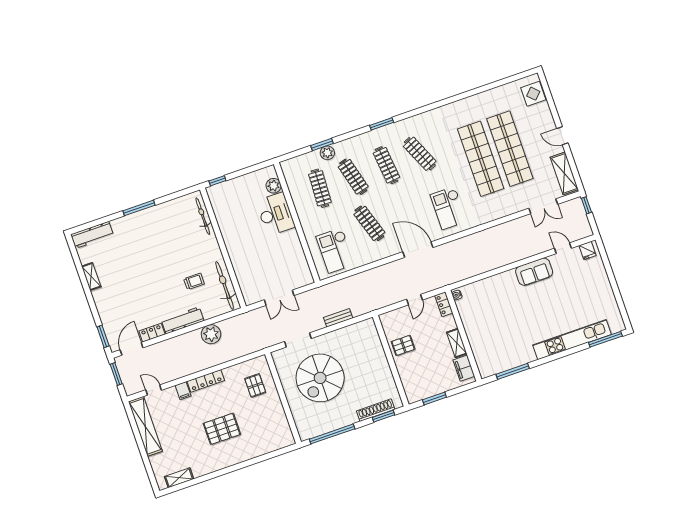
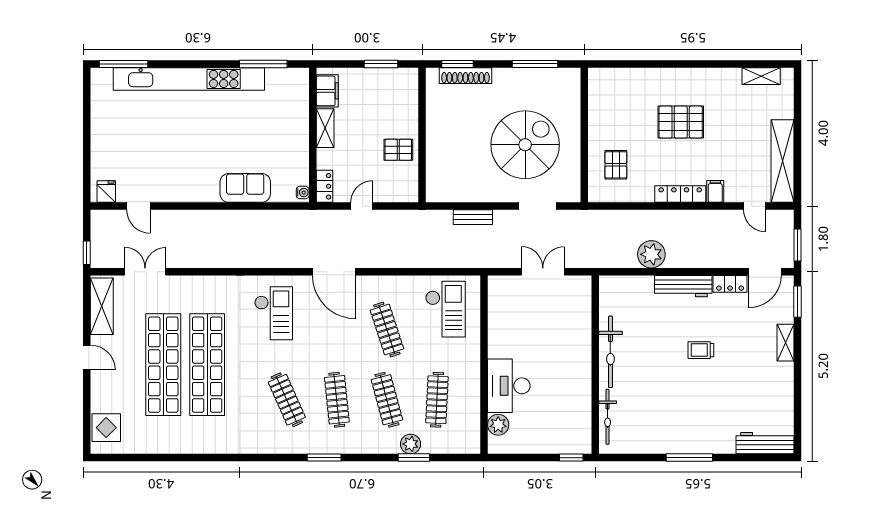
sofa: (534, 272) -> (245, 188), moved
shelving: (91, 276) -> (785, 343), moved
trolley: (194, 281) -> (701, 350), moved
bicycle: (225, 286) -> (610, 352), moved
kitchen unit: (572, 340) -> (189, 79), width x1.36
window: (332, 434) -> (535, 64), width x0.68

